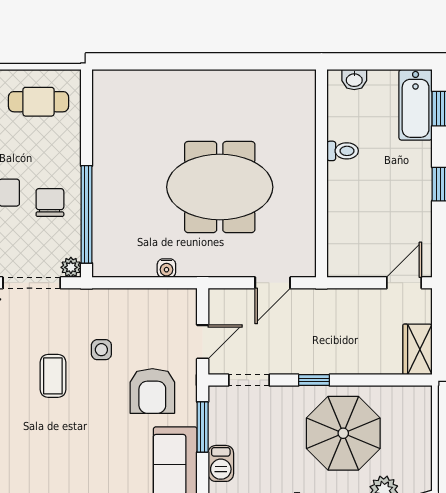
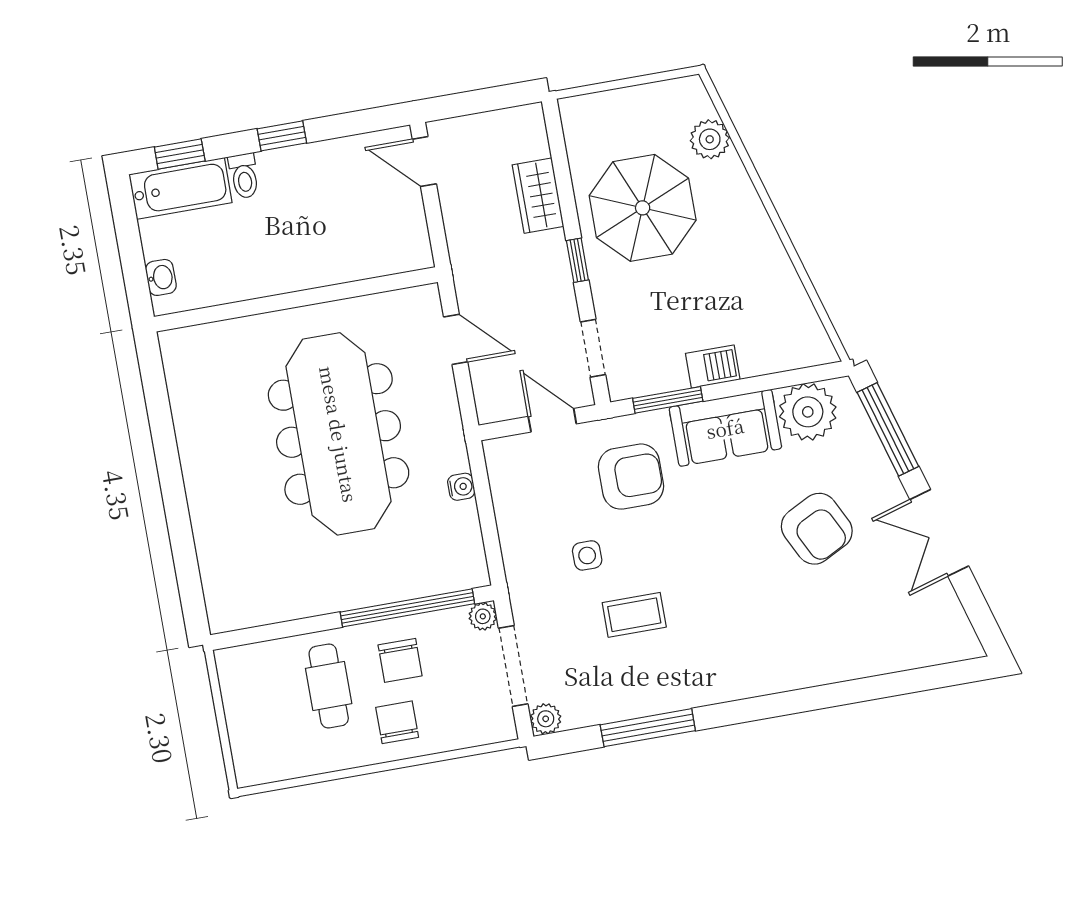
cafe table: (38, 102) -> (329, 686), moved
toilet: (343, 151) -> (244, 176), moved, turned 180
meeting table: (220, 187) -> (339, 434), width x1.36
chair: (50, 203) -> (400, 660), turned -90
wardrobe: (418, 349) -> (538, 196), moved, turned 90

